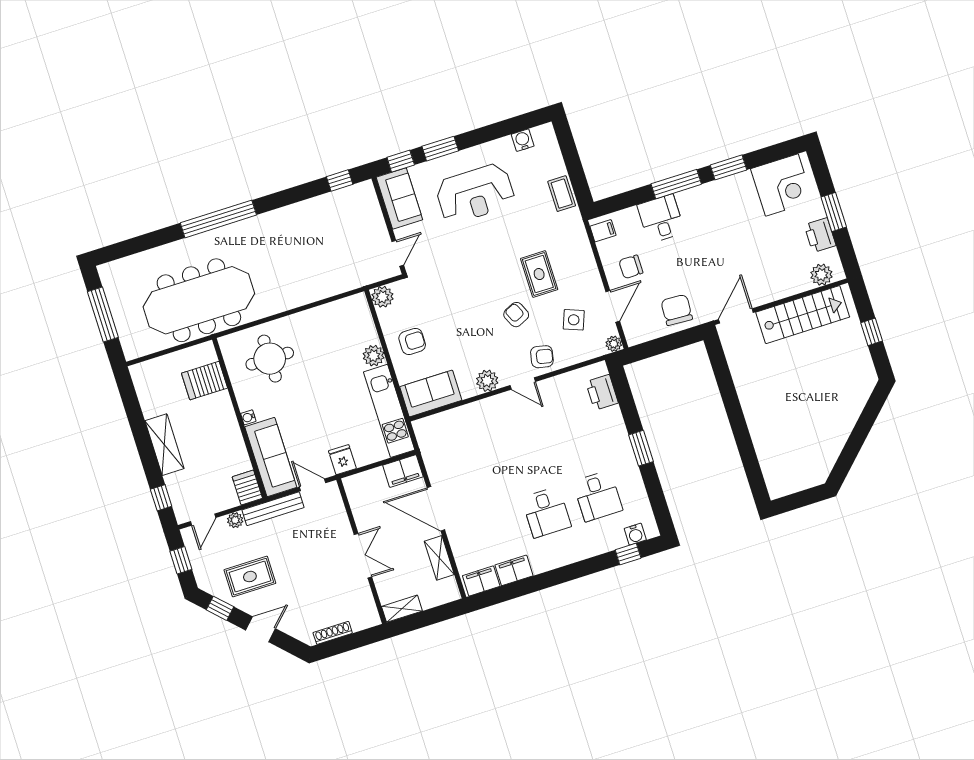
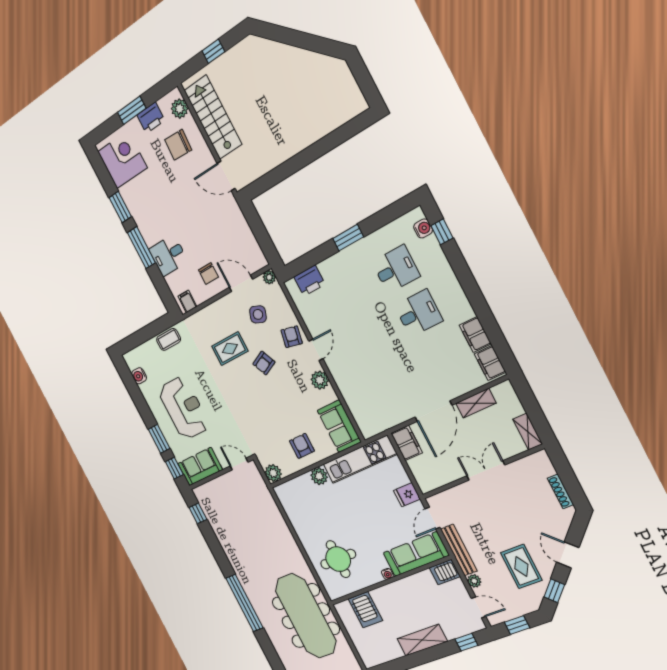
chair: (677, 310) -> (178, 145), moved

